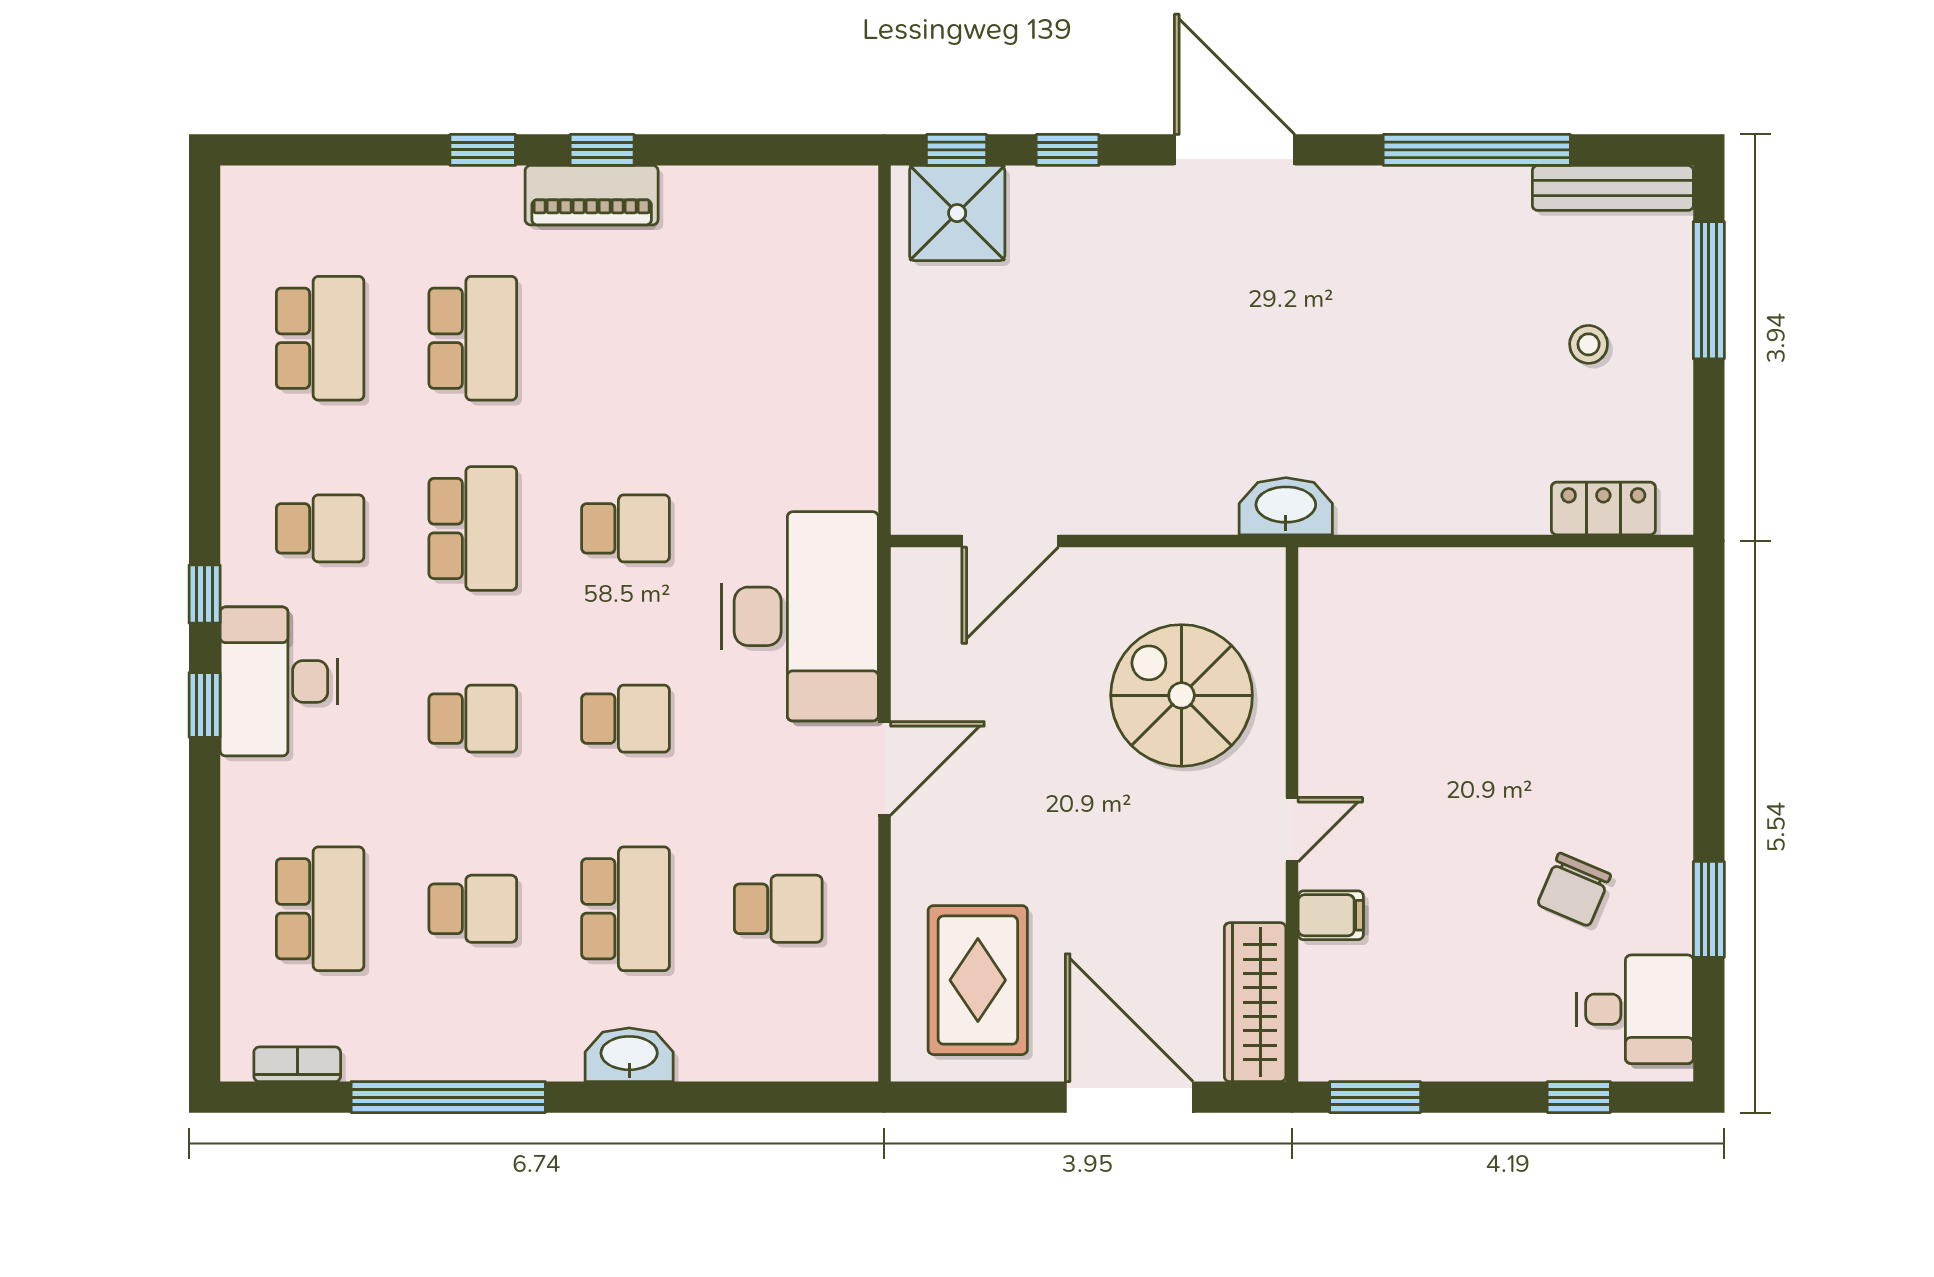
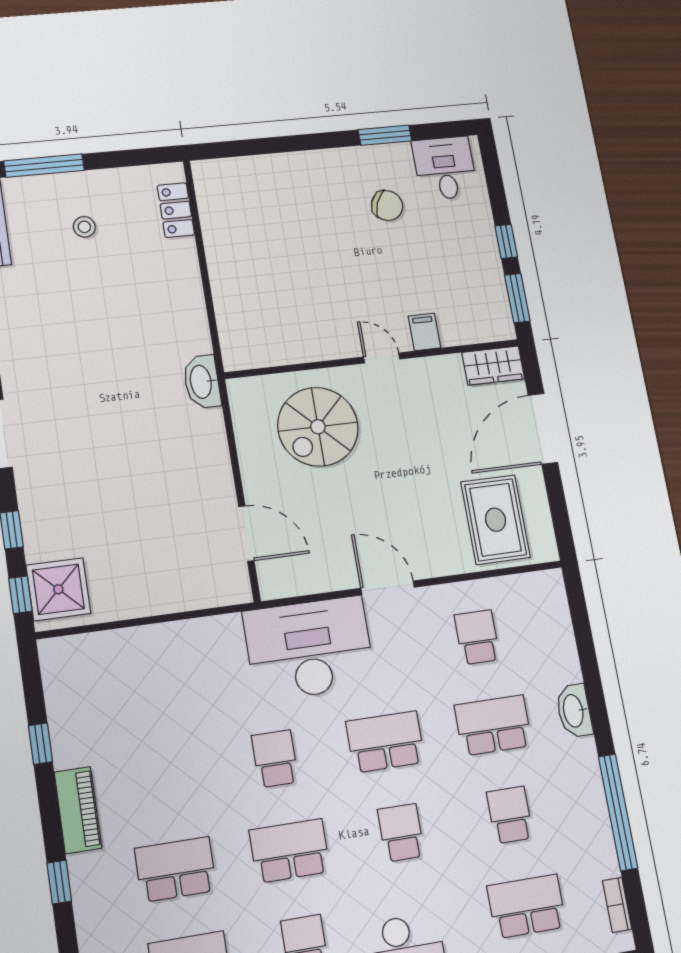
window: (602, 150) -> (41, 744), moved
school desk: (626, 719) -> (385, 742), width x1.85
rug: (978, 980) -> (496, 520), turned 90
wardrobe: (1255, 1002) -> (493, 366), width x0.67
window: (1579, 1097) -> (506, 241), moved

